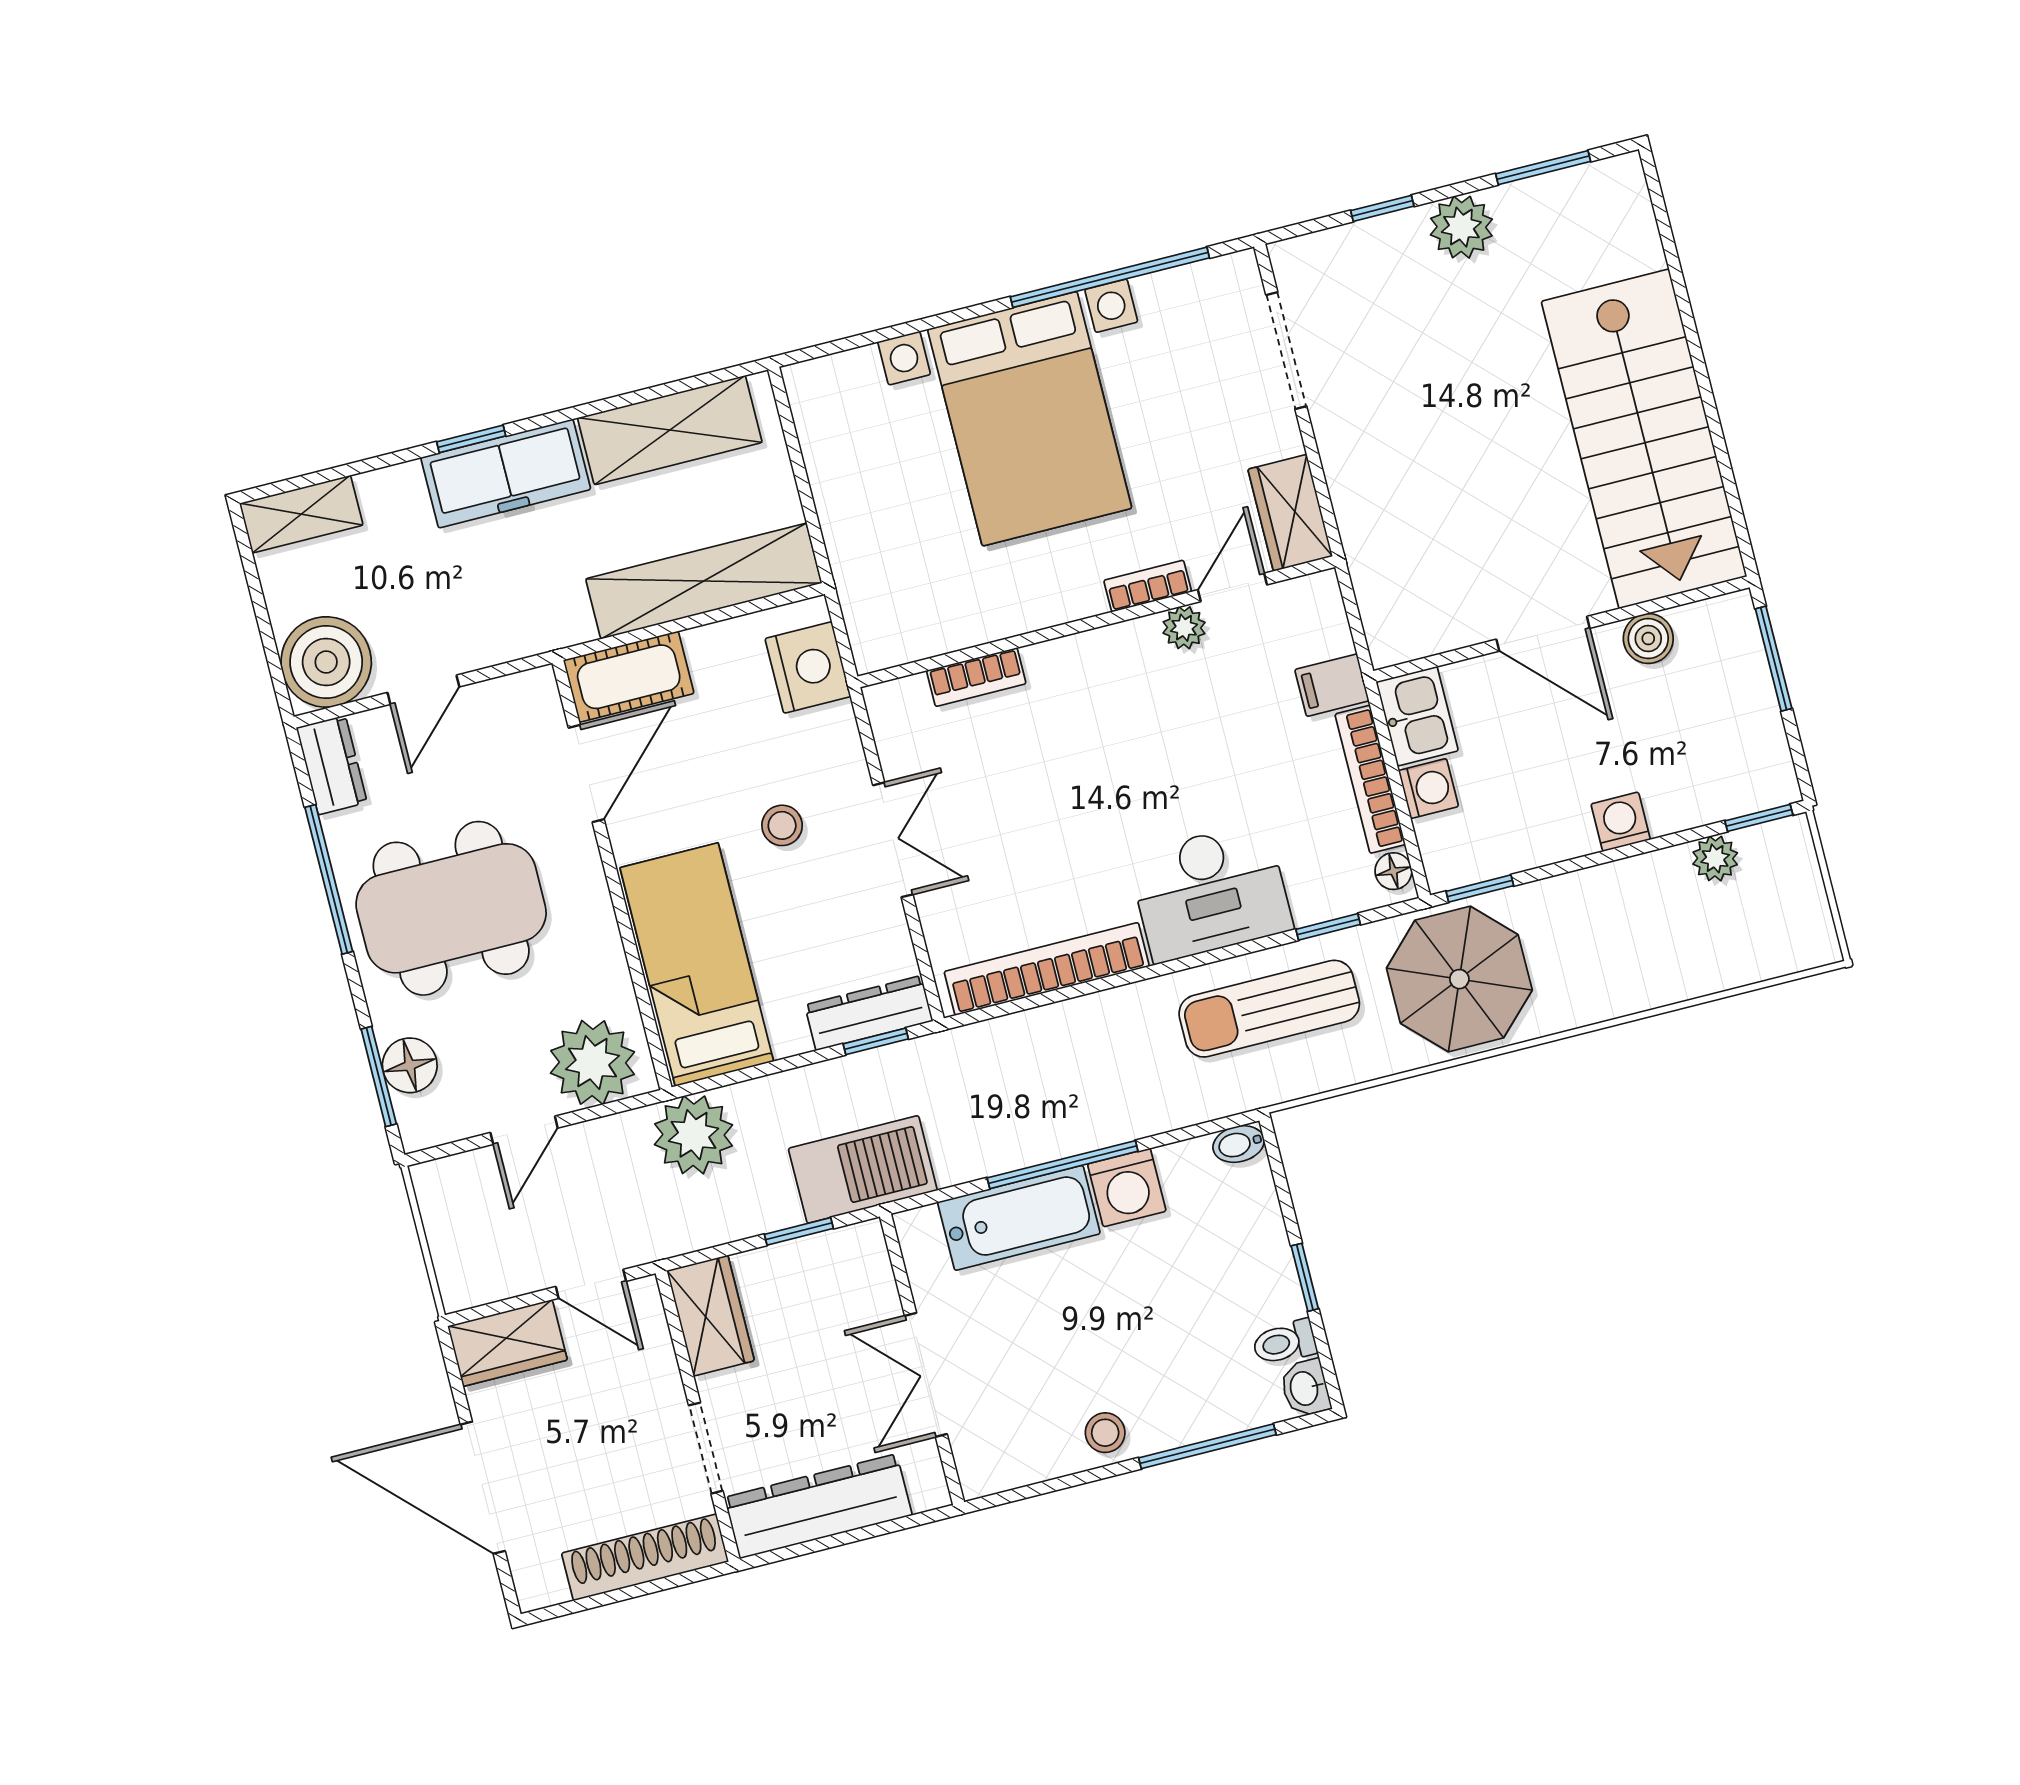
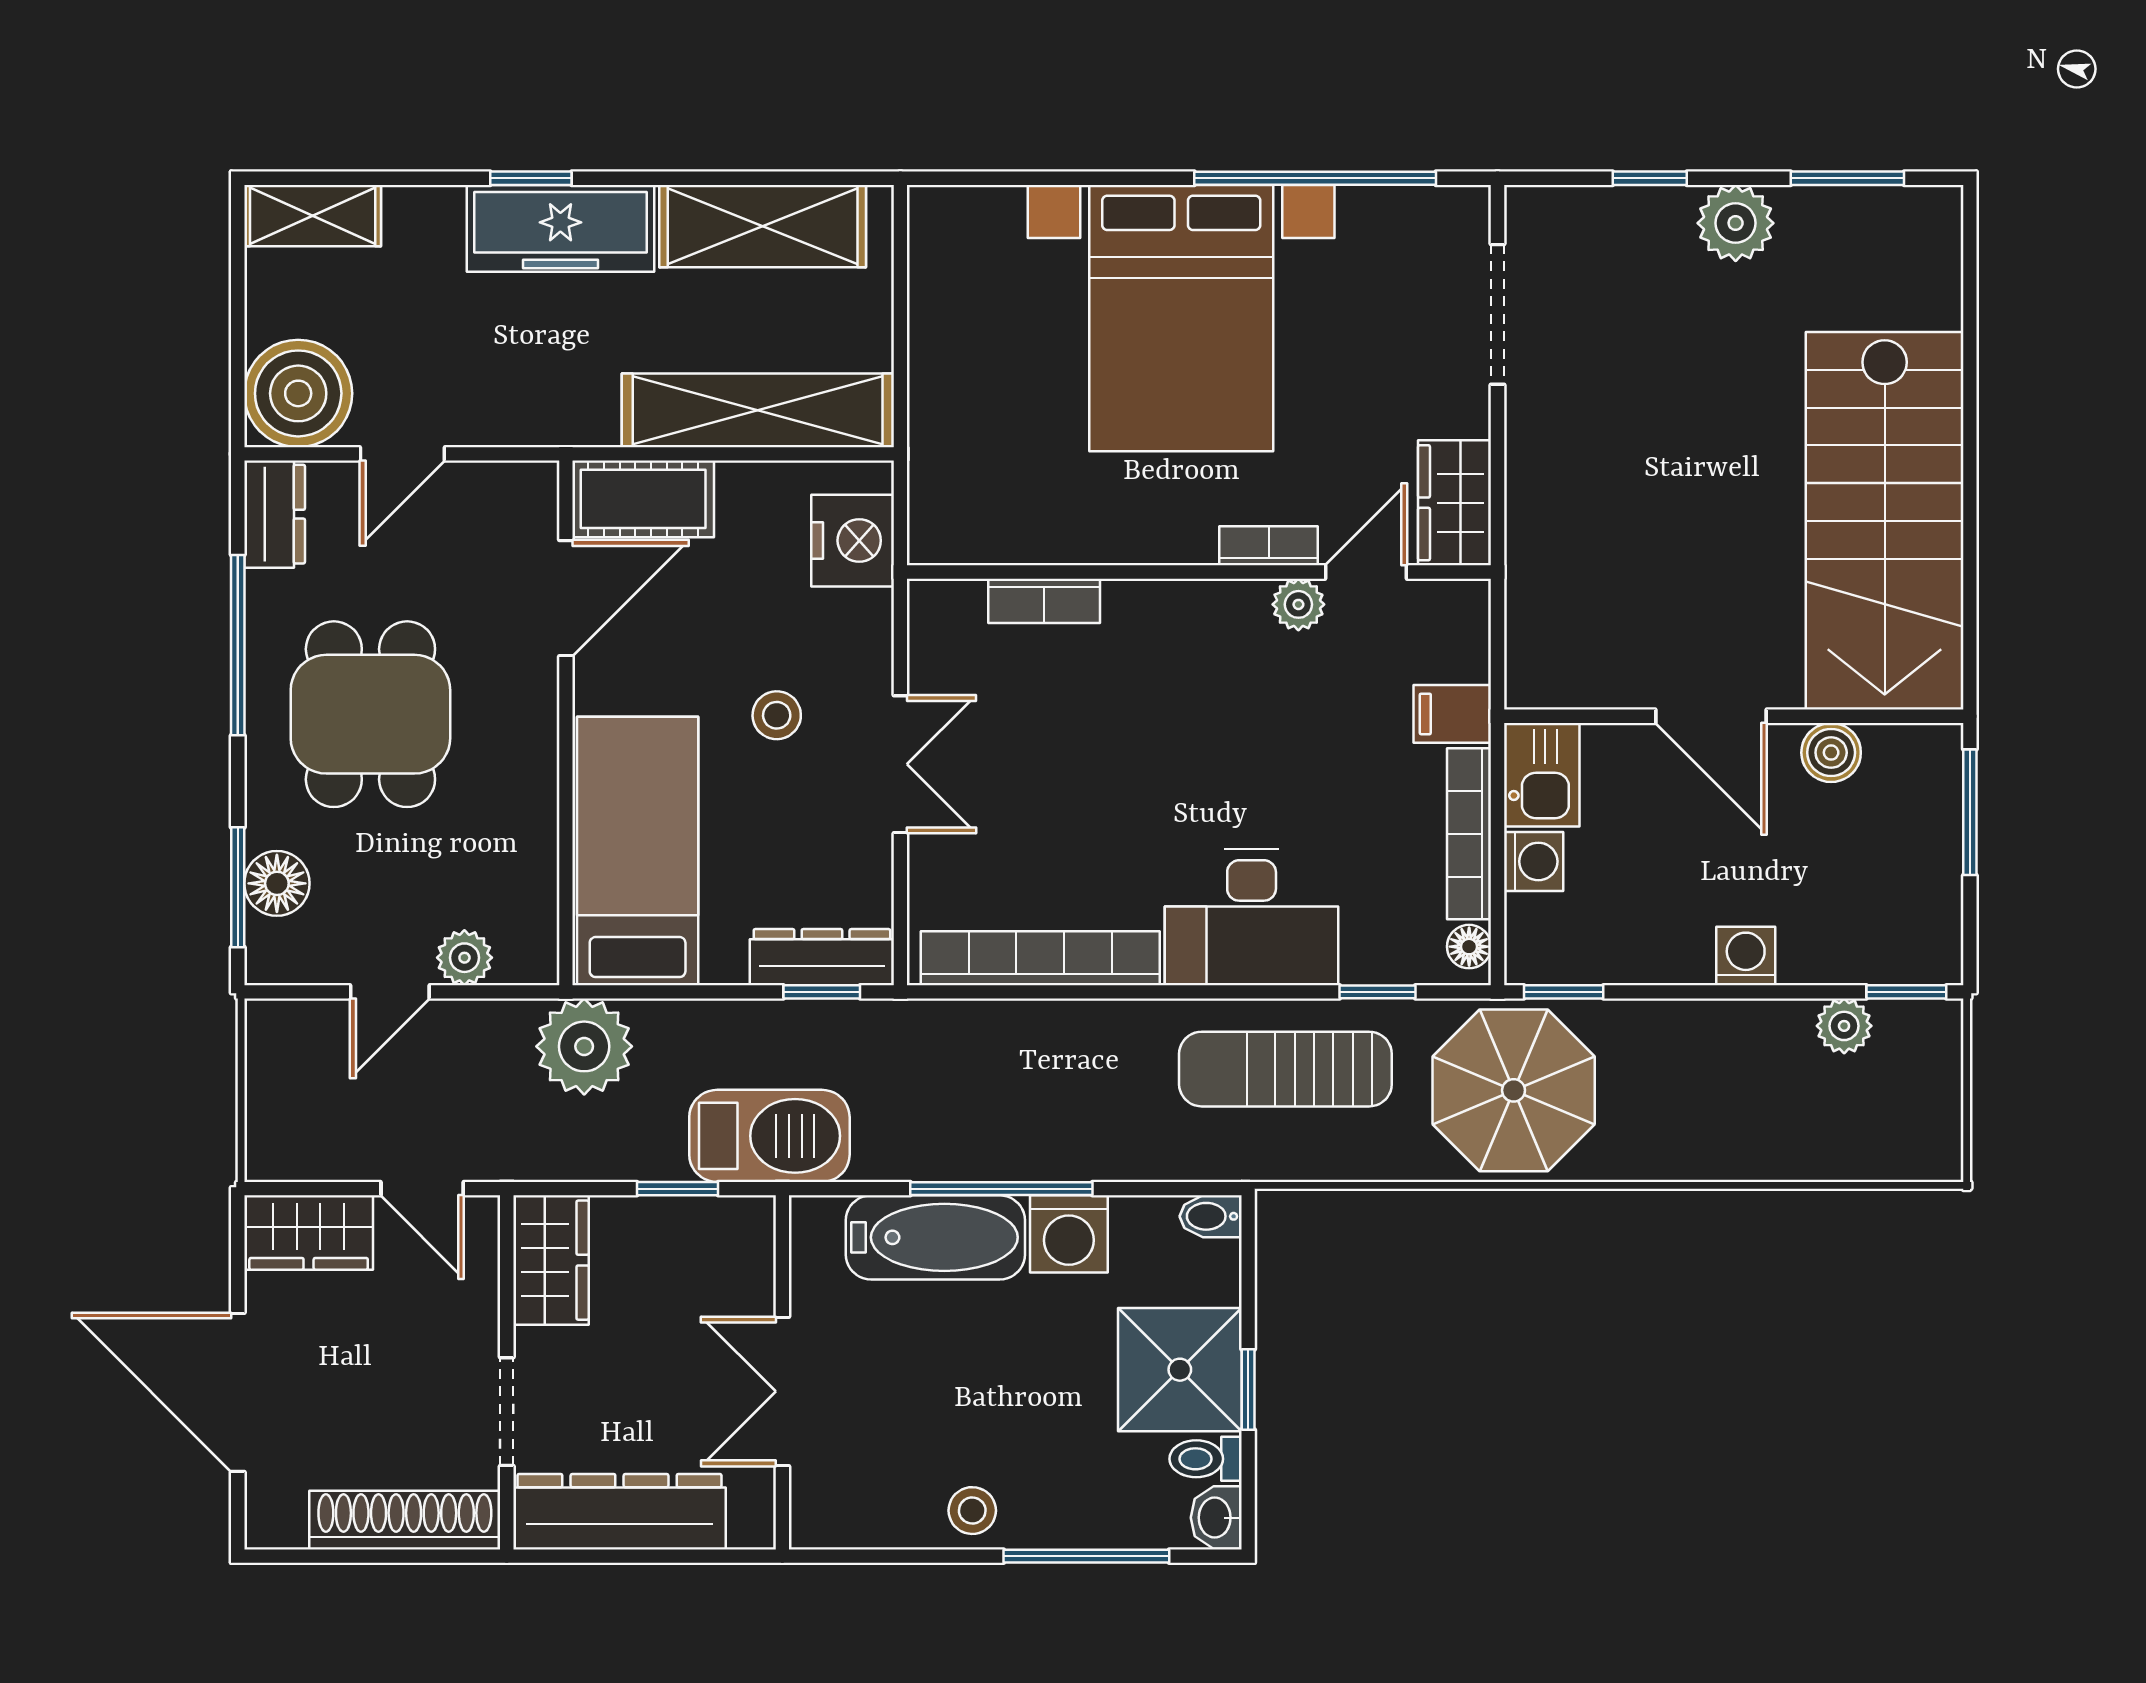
dining table: (451, 908) -> (370, 714), width x0.73
plant: (592, 1062) -> (464, 958), width x0.53, depth x0.53
shower: (1245, 1275) -> (1180, 1370), added

